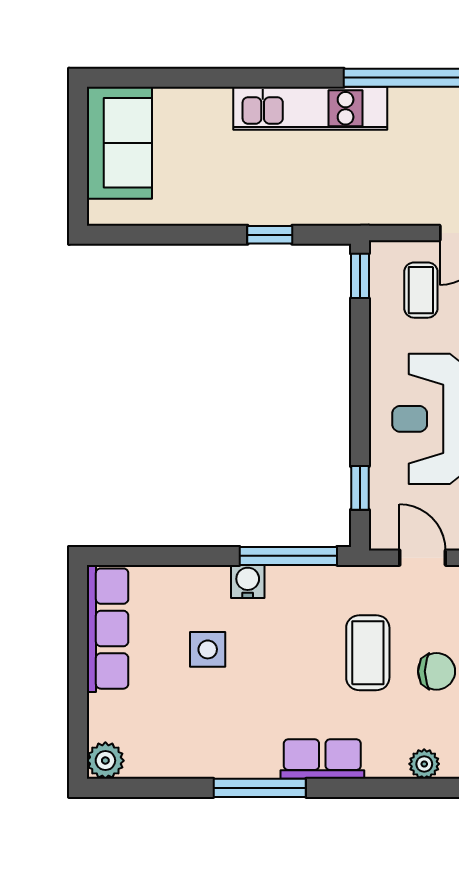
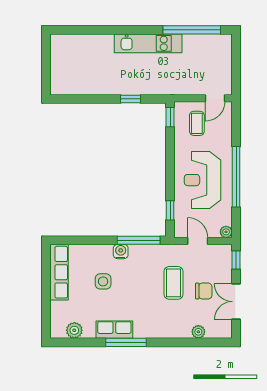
sofa: (119, 143) -> (64, 59), removed
row of seats: (322, 759) -> (114, 330), moved
plant: (105, 761) -> (74, 330), moved

